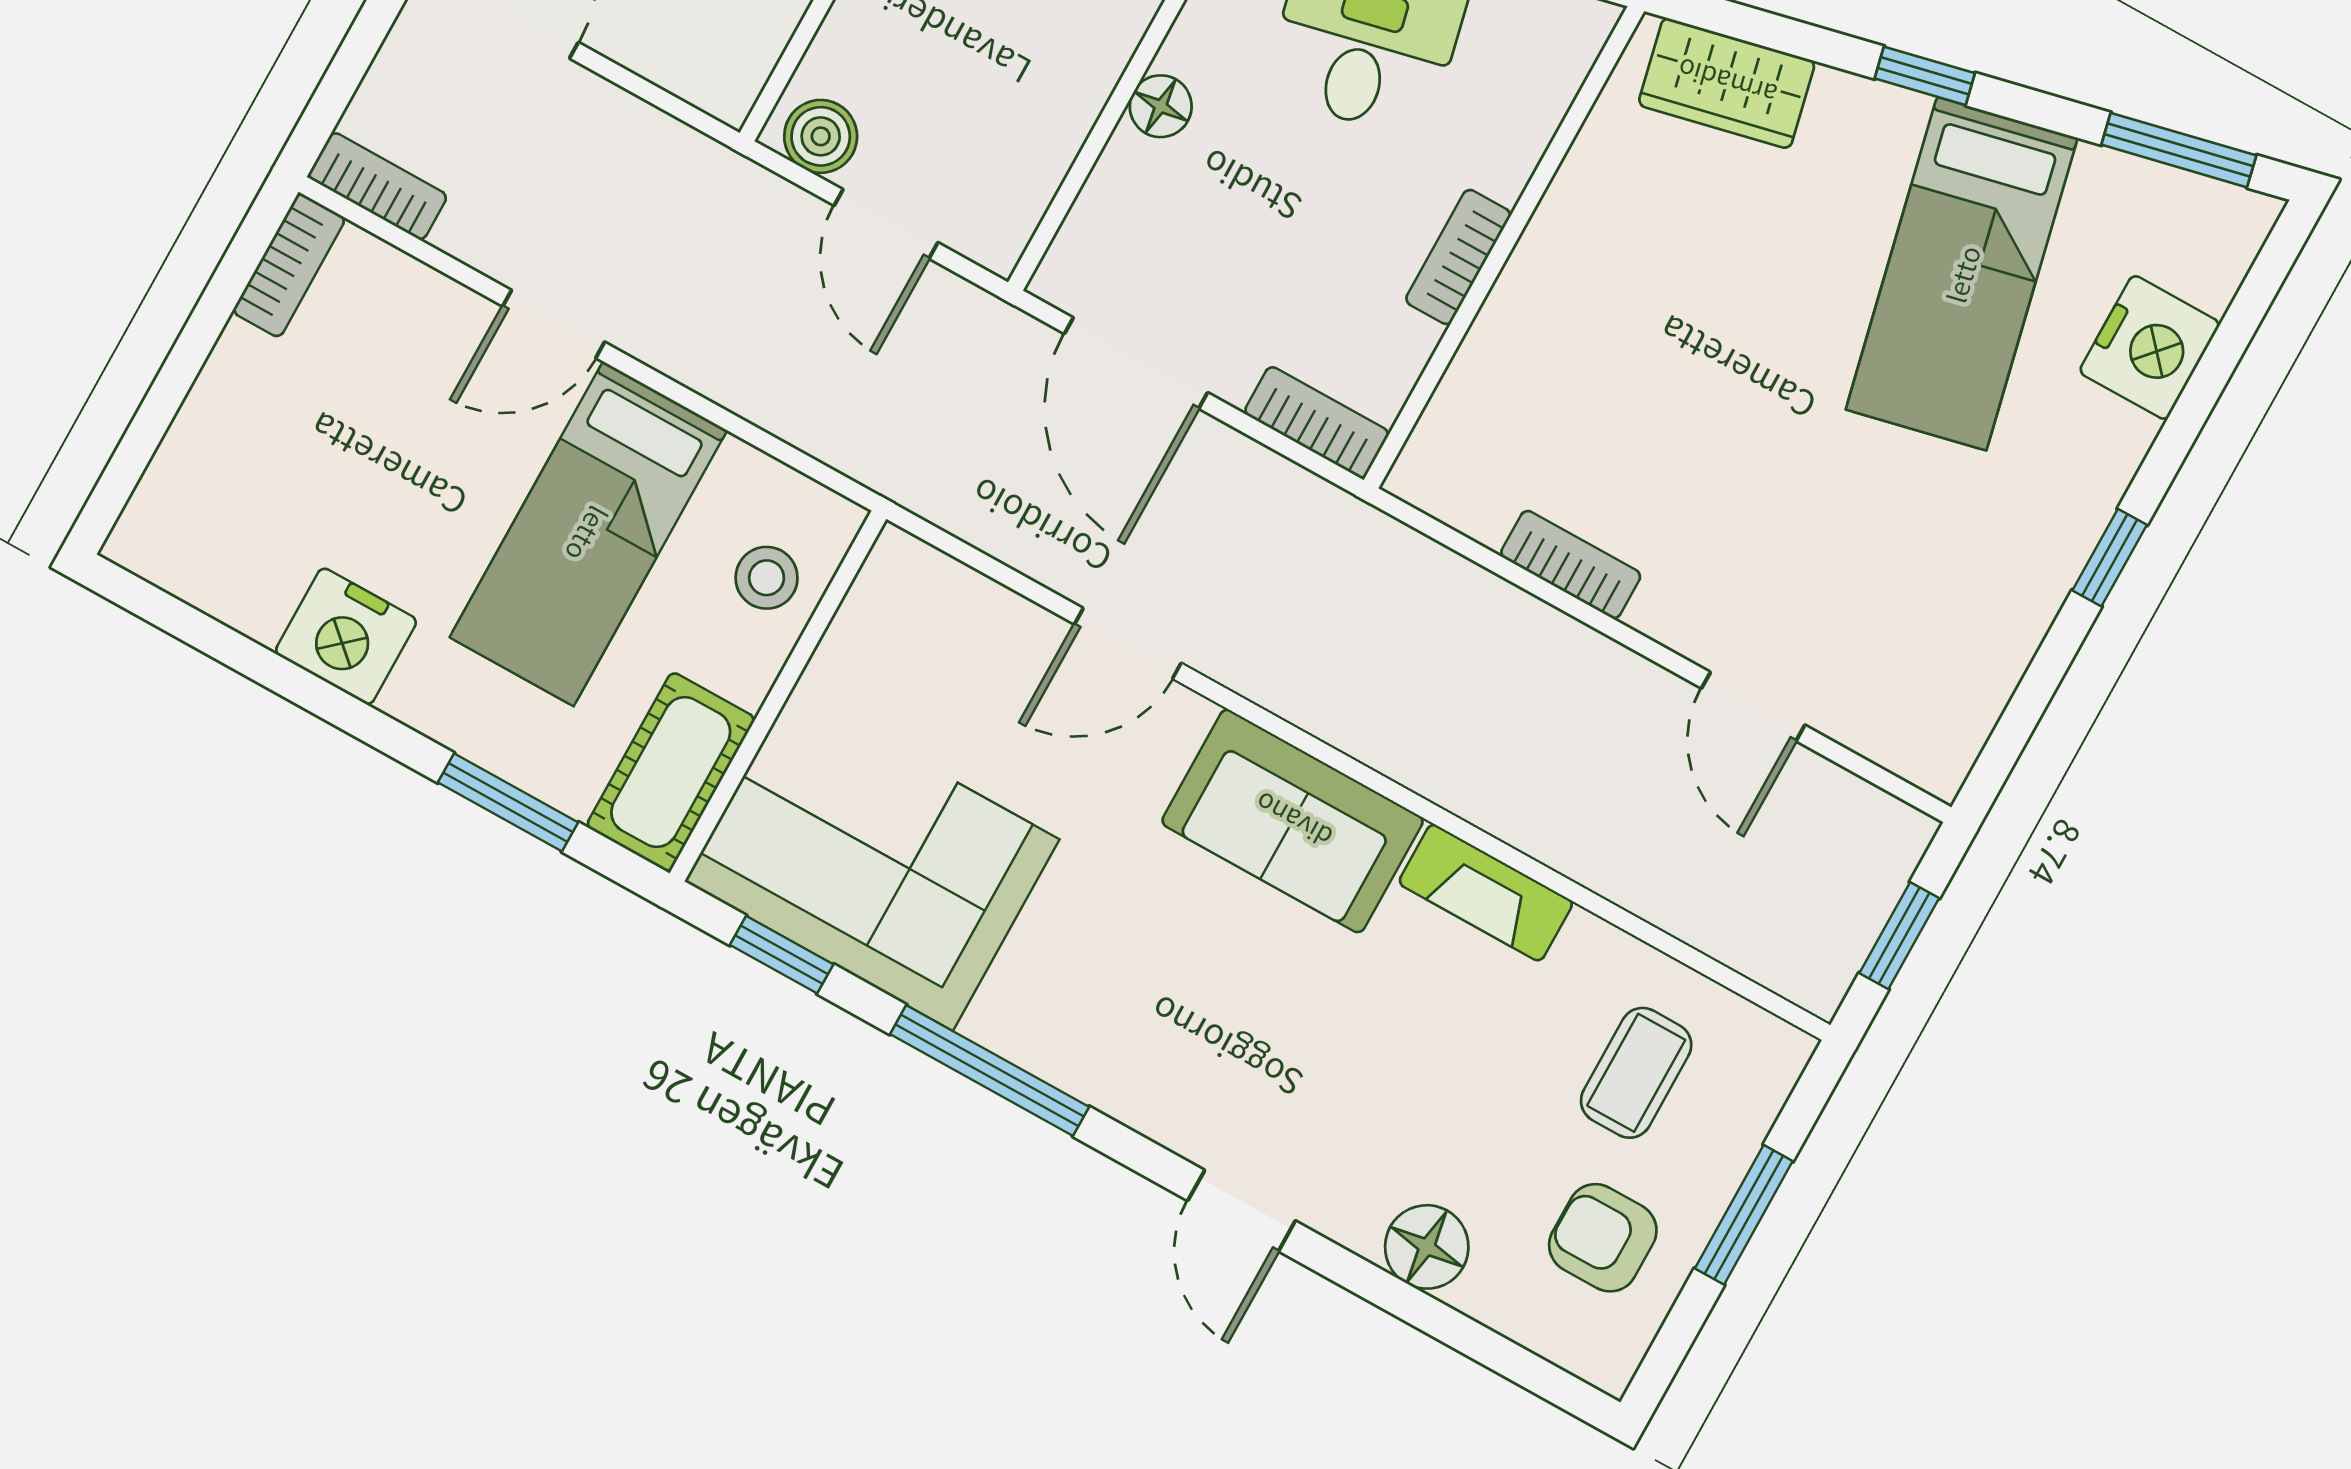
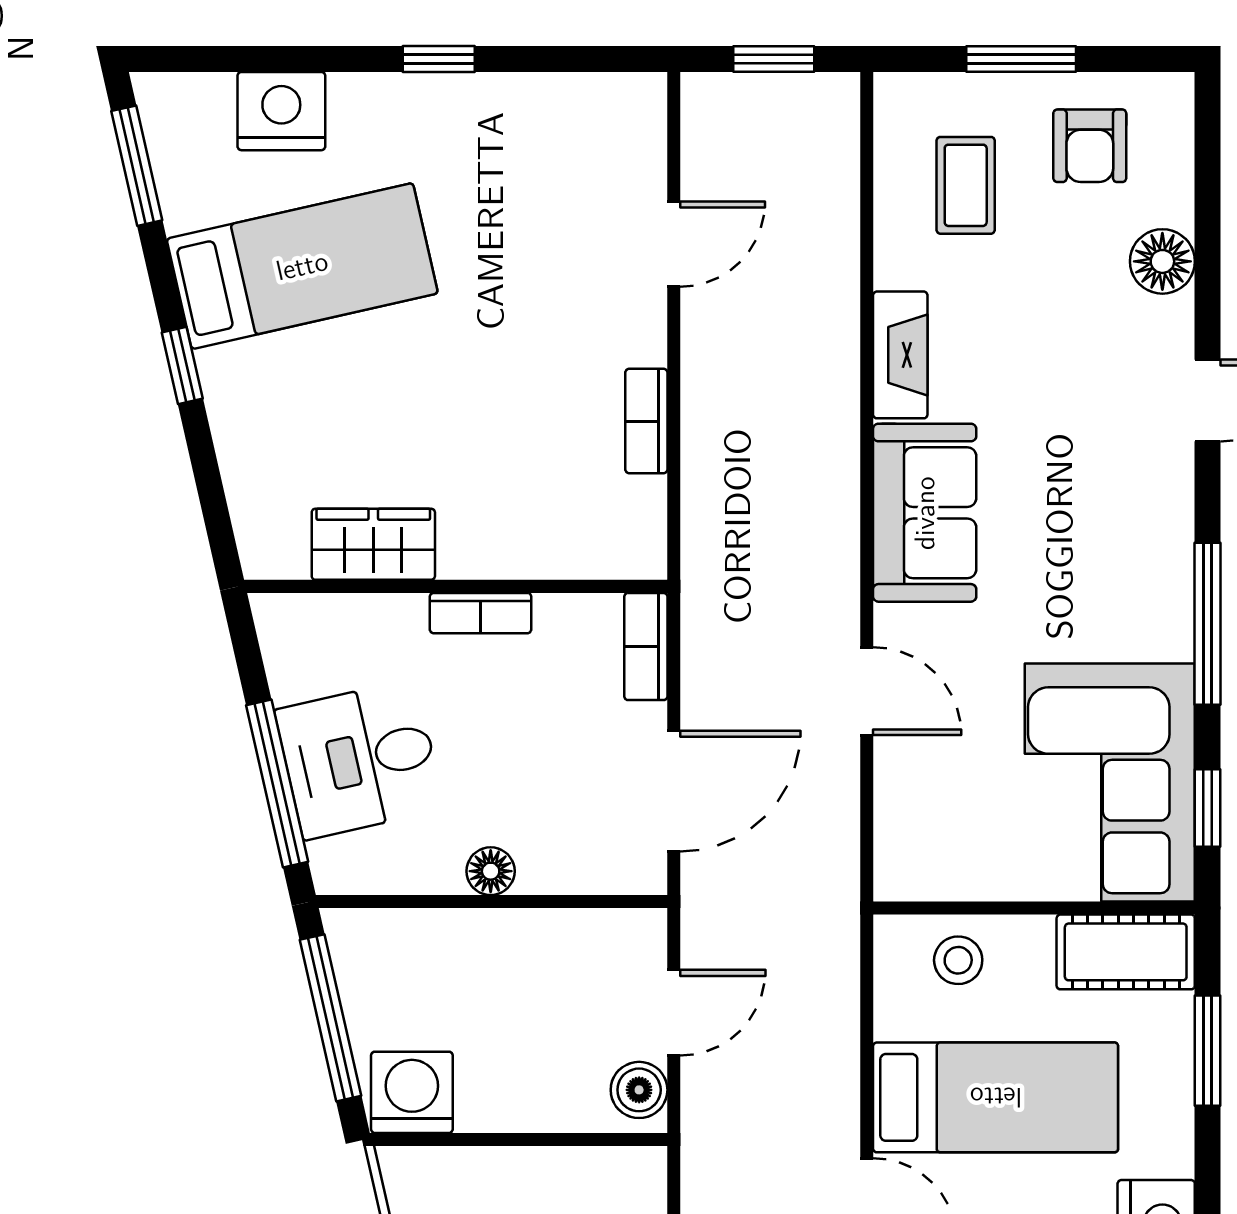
wardrobe: (1727, 83) -> (373, 544), moved, turned -77
coffee table: (1636, 1073) -> (966, 185), turned 90

